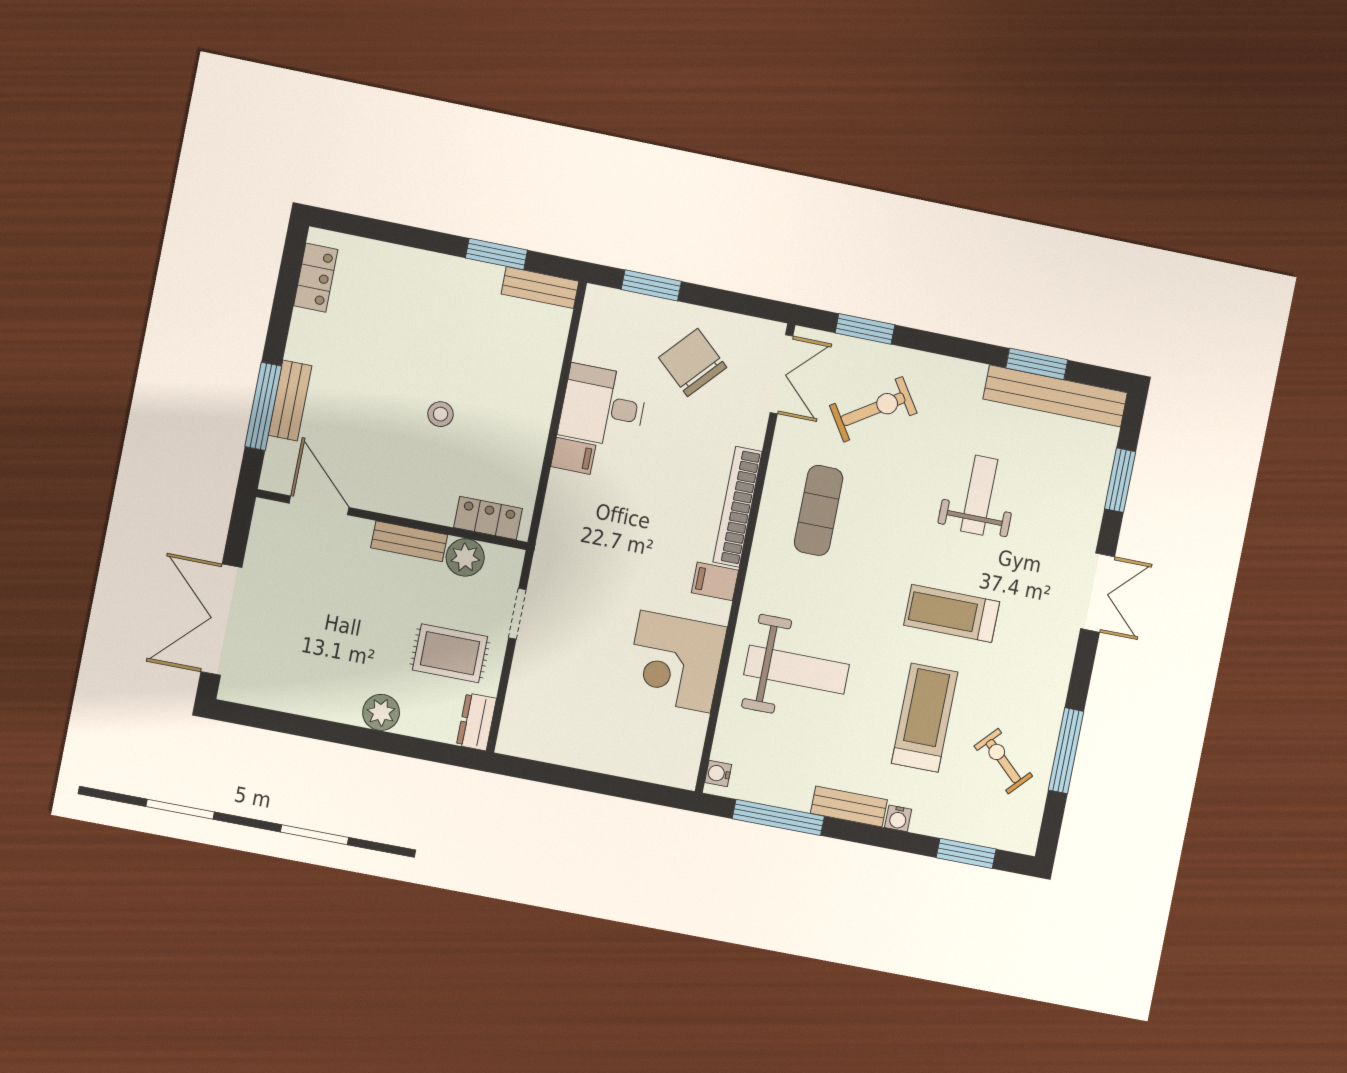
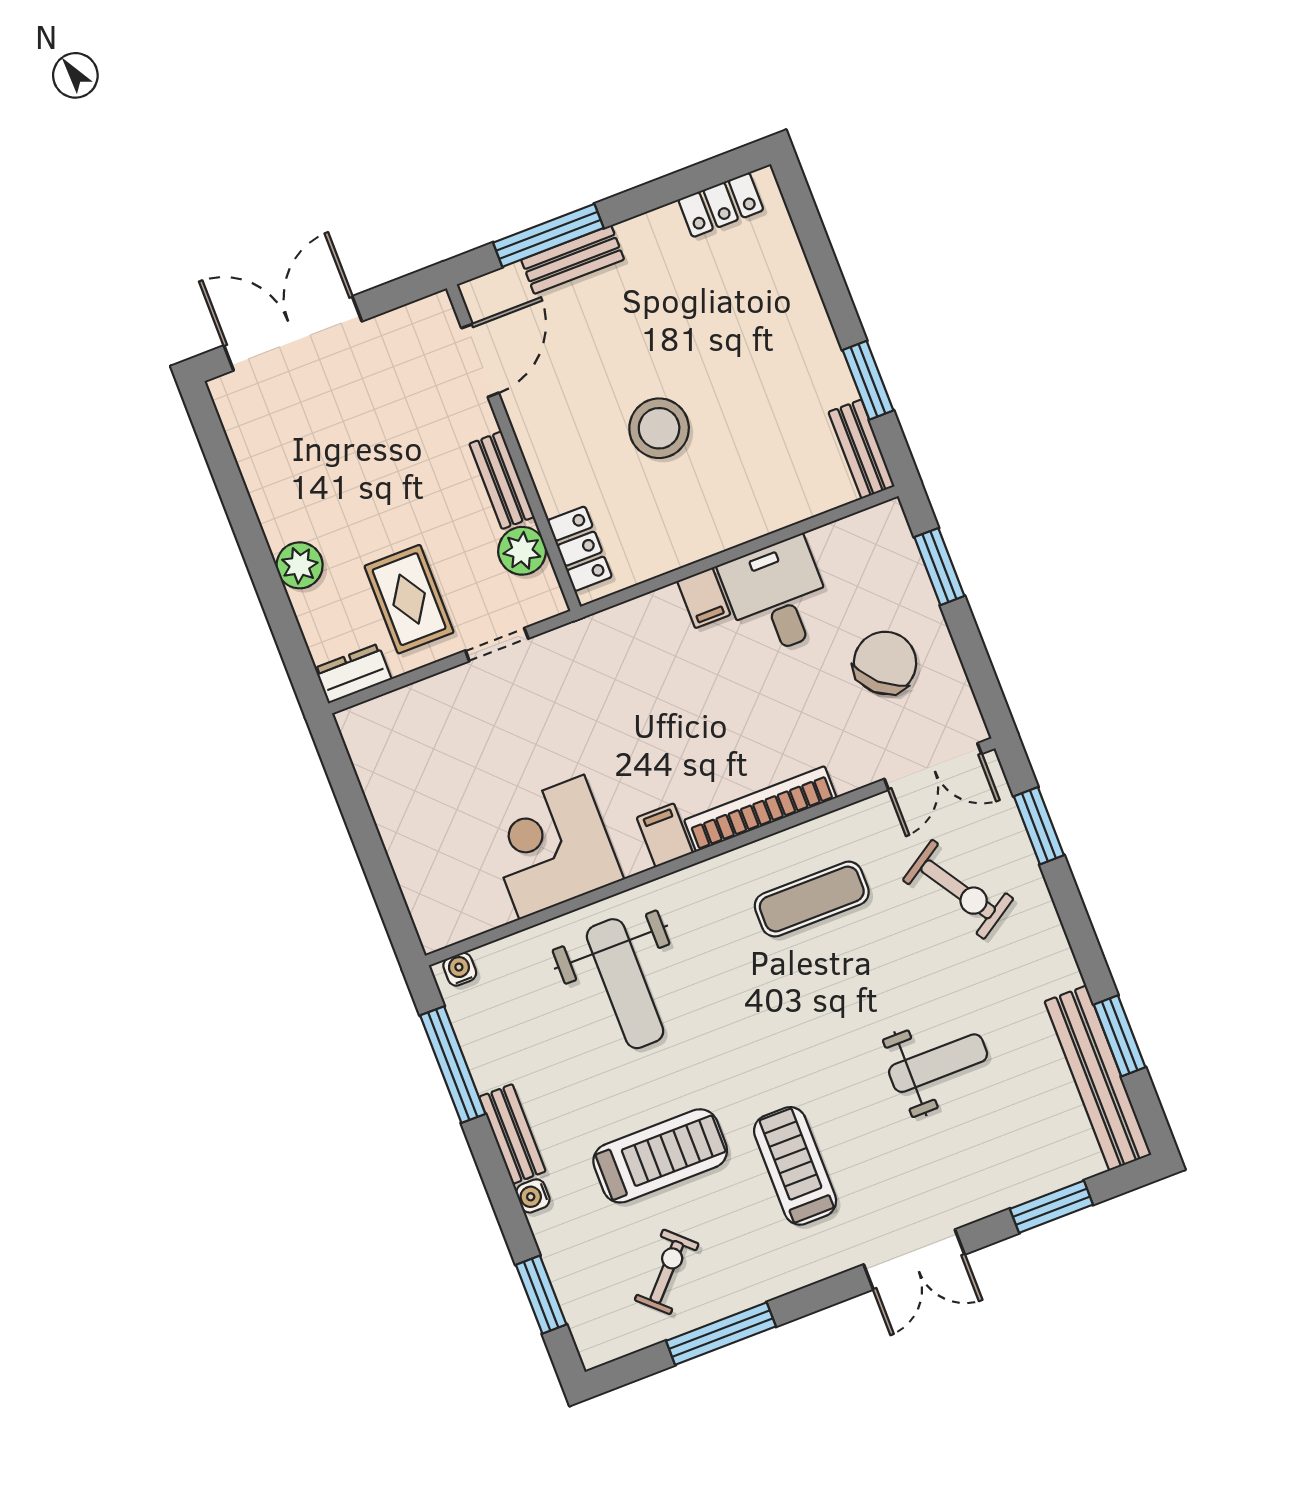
stool: (441, 414) -> (659, 428), width x1.89, depth x1.89
treadmill: (952, 613) -> (795, 1166), moved

